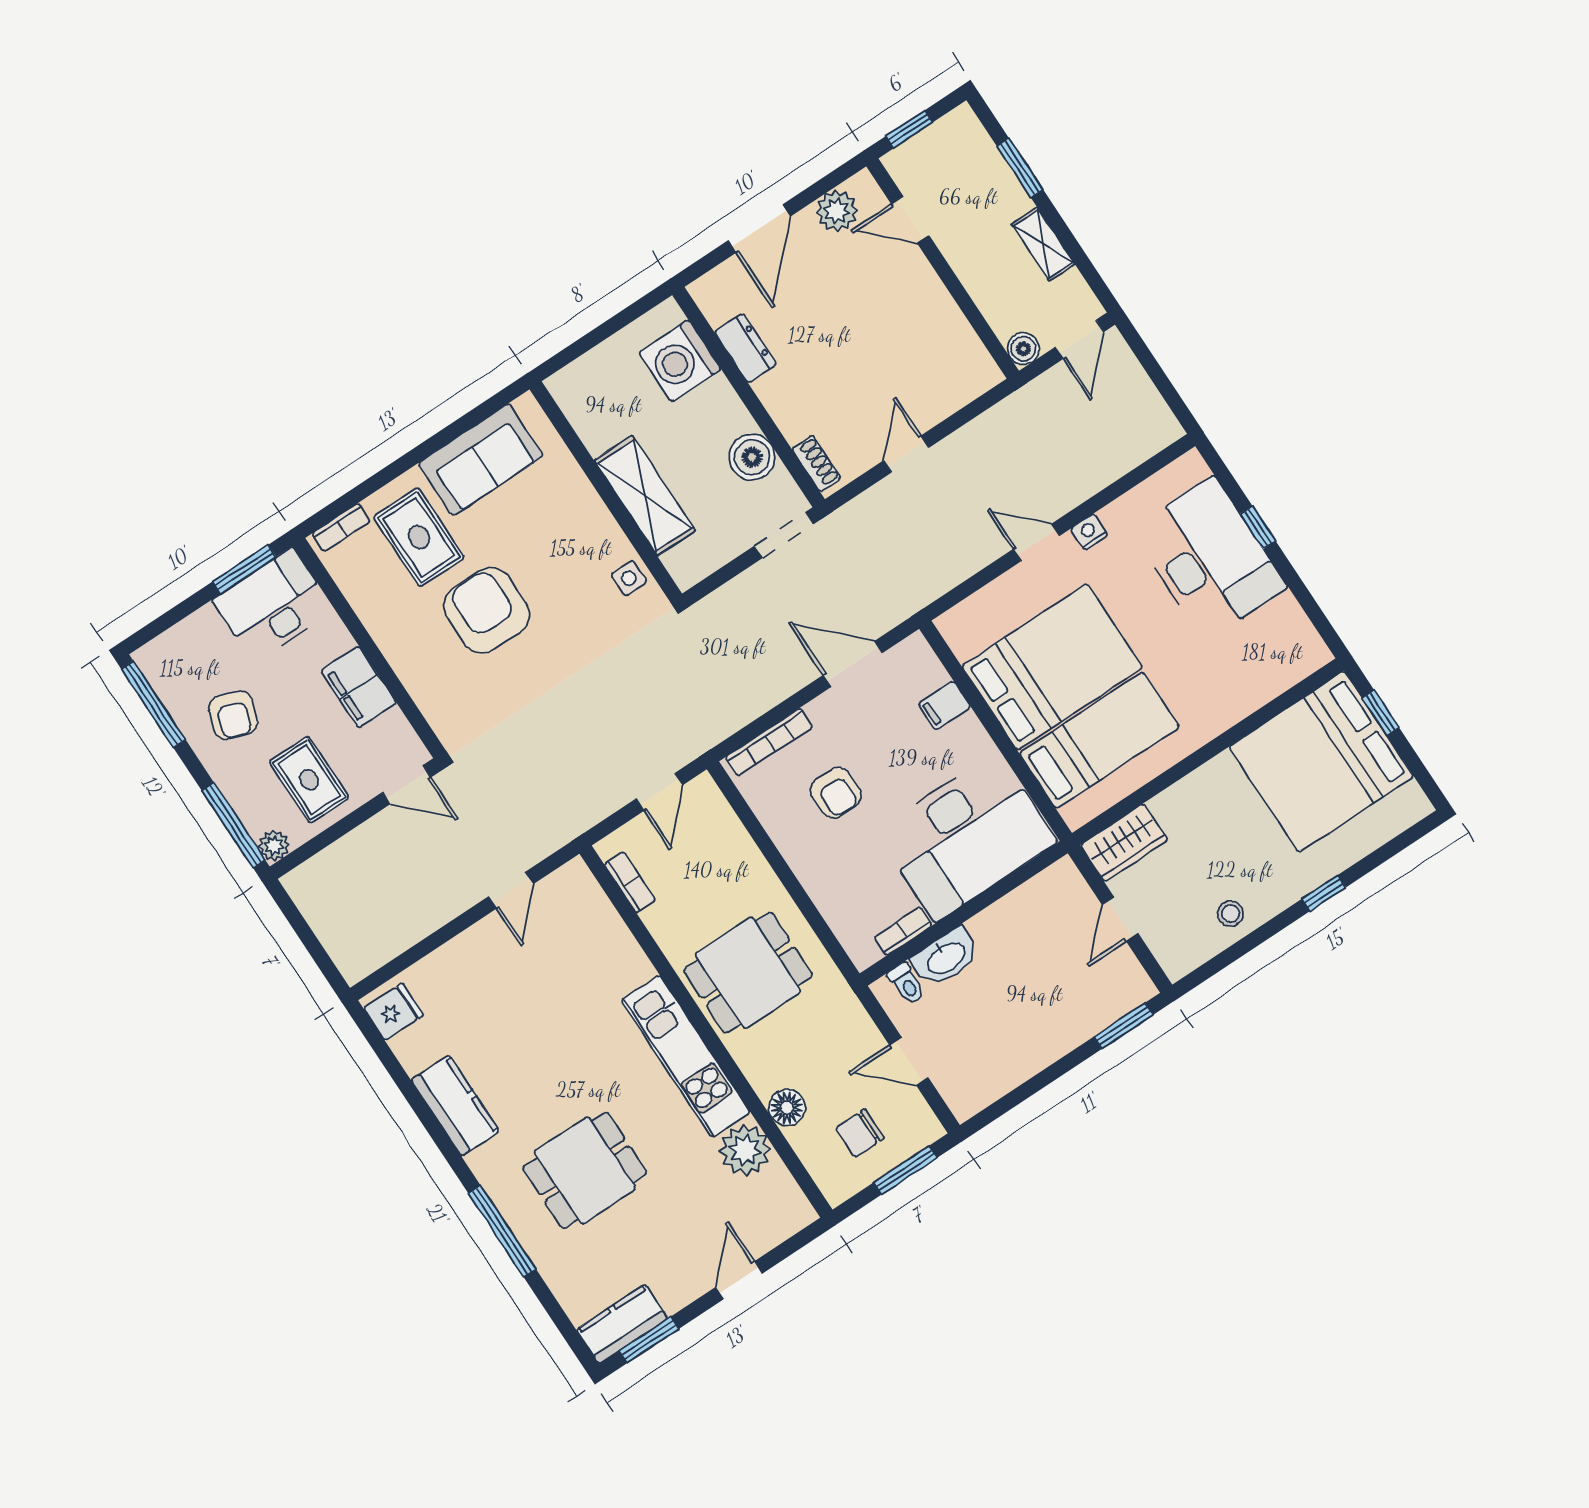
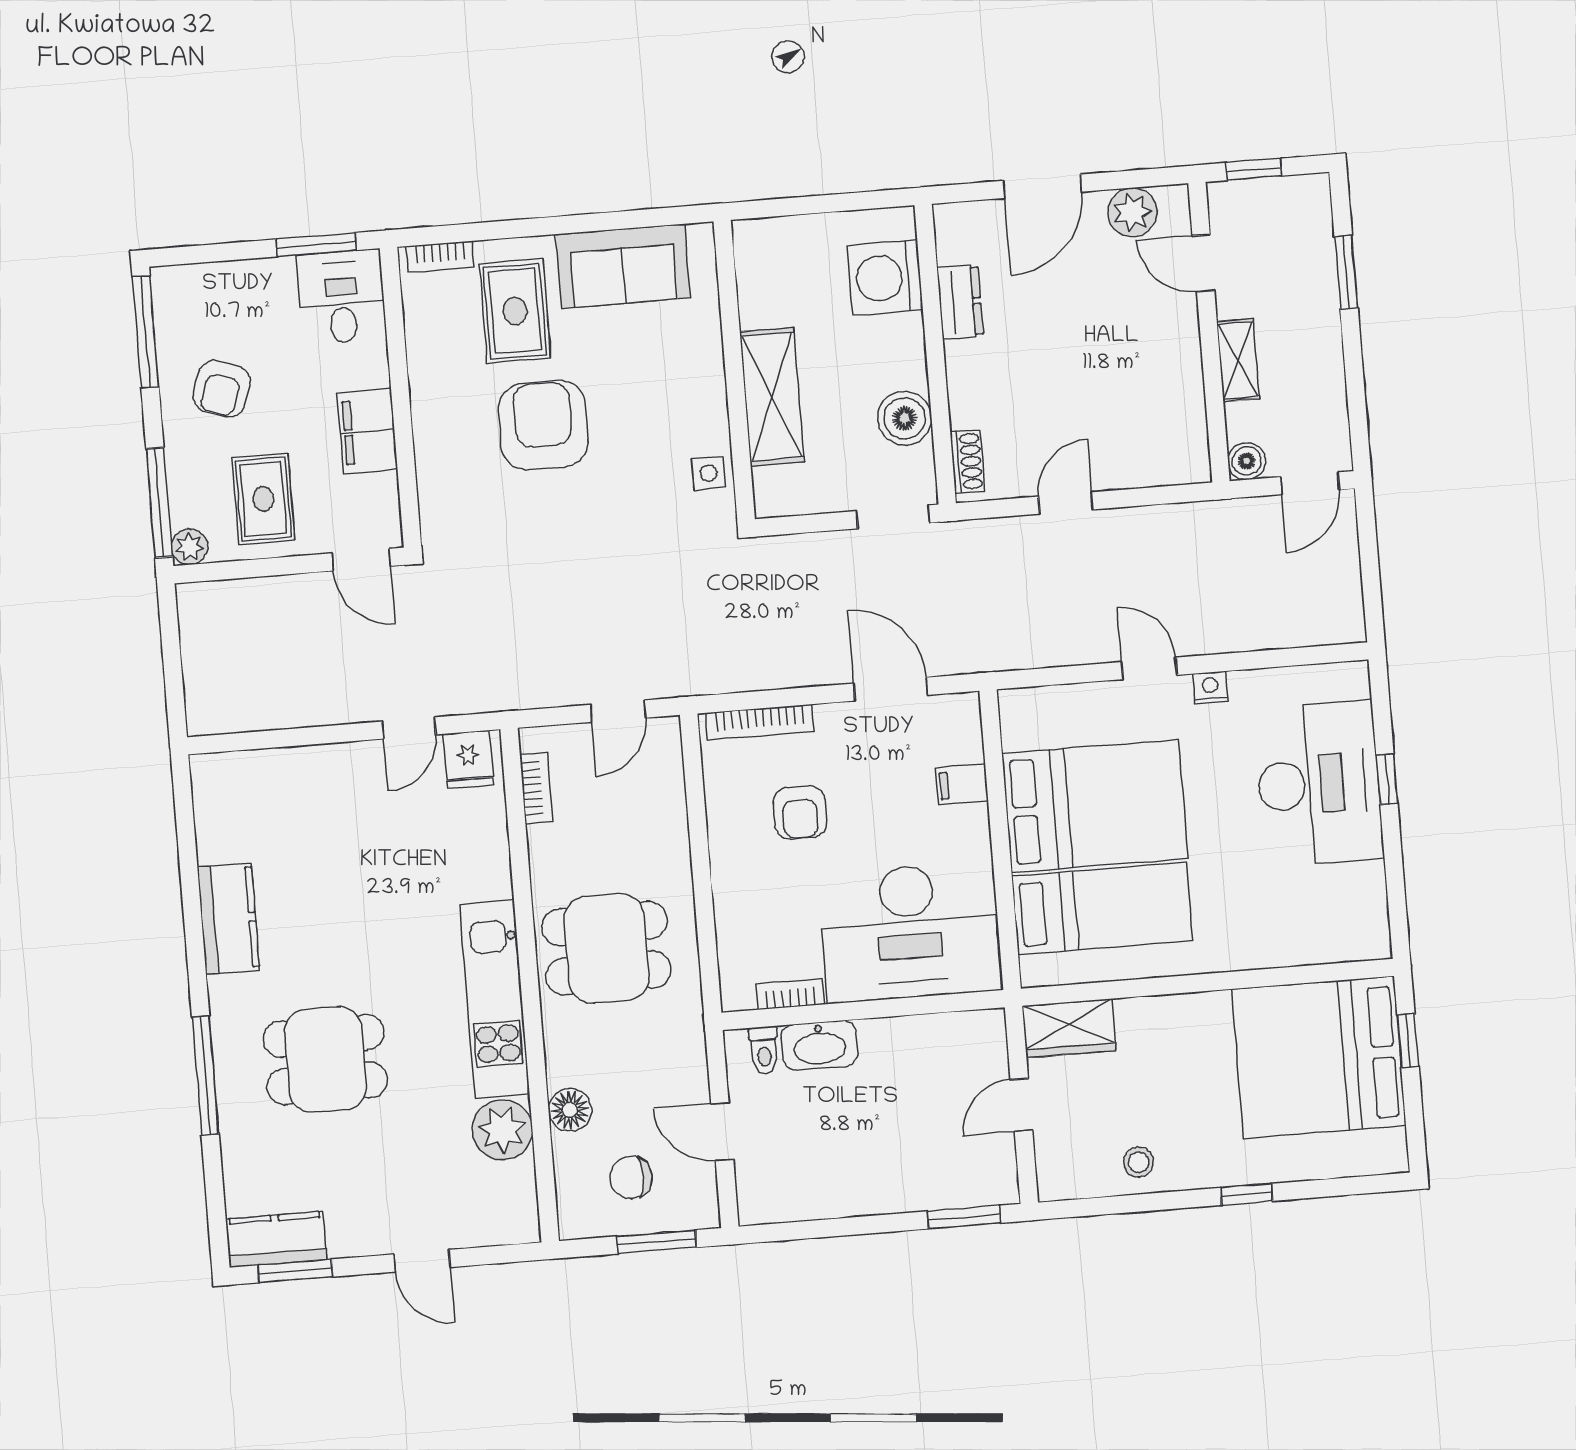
shelving: (1043, 244) -> (1238, 360), moved
desk: (273, 605) -> (342, 297), width x0.73
fridge: (394, 1012) -> (468, 759), moved, turned 90
door: (739, 1280) -> (422, 1261), swing flipped

